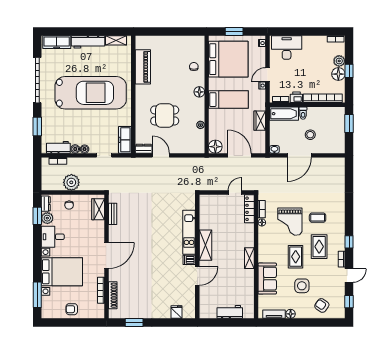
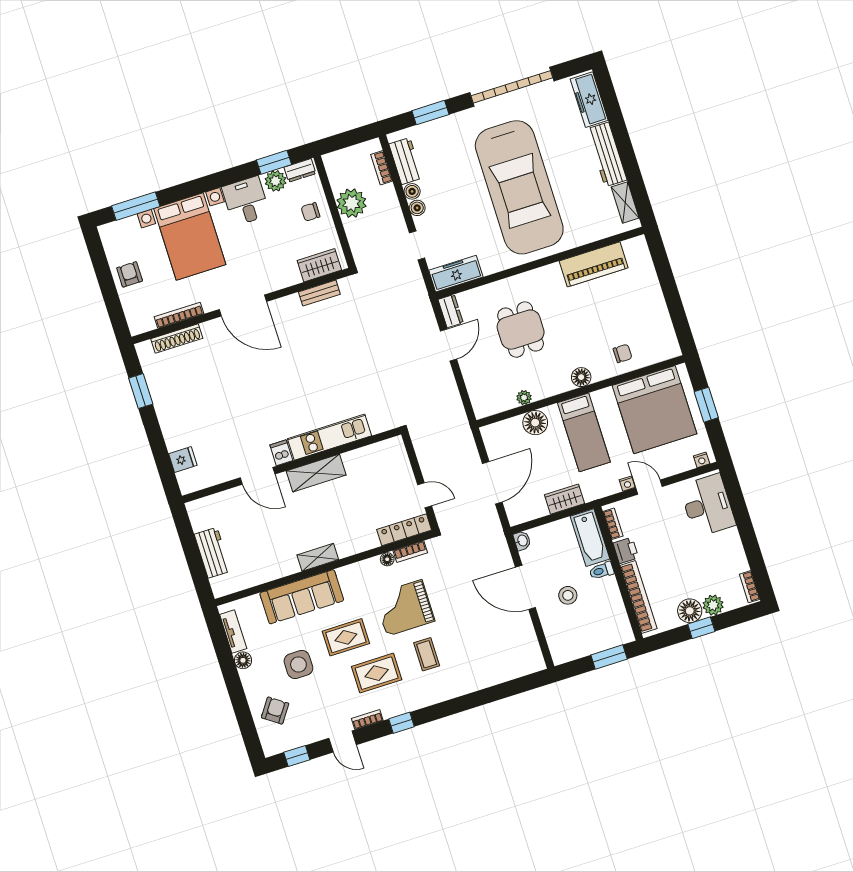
floor lamp: (215, 147) -> (535, 423), moved
sofa: (267, 279) -> (302, 597), width x1.36

